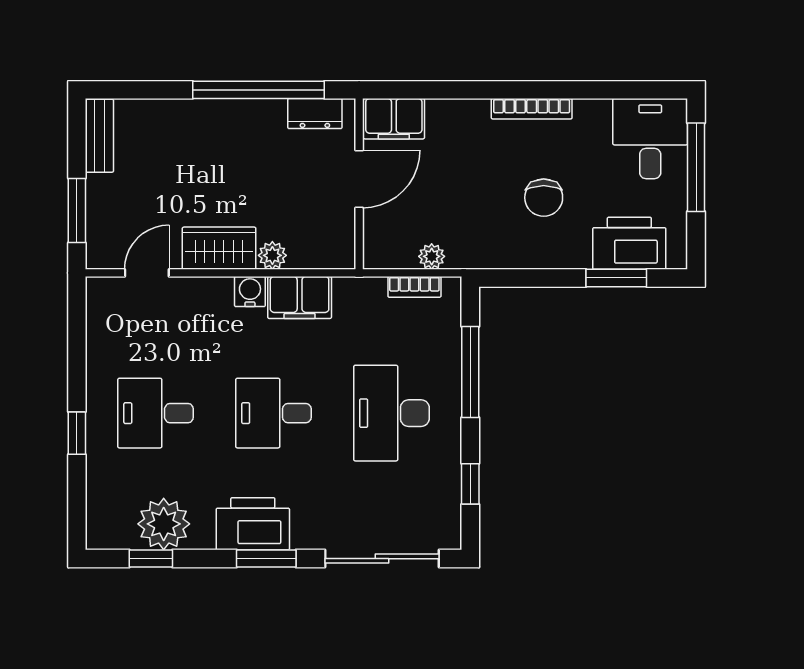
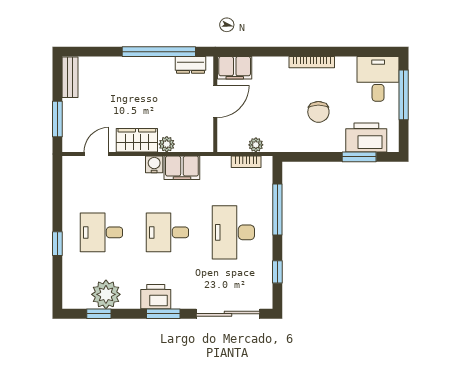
printer: (253, 524) -> (156, 297), width x0.73, depth x0.84

